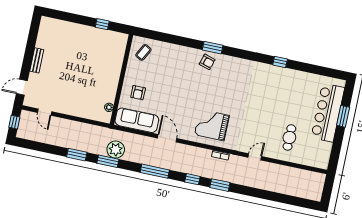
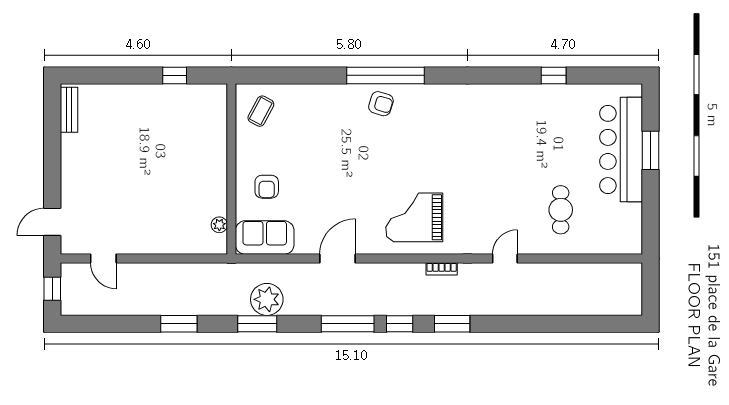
window: (213, 48) -> (386, 75), width x2.11
bench: (37, 60) -> (69, 110), moved
window: (280, 62) -> (554, 75), moved
sofa: (137, 120) -> (265, 238), width x0.73
door: (167, 138) -> (337, 259), hinge flipped
plant: (116, 150) -> (267, 299), moved
window: (108, 161) -> (257, 324), moved
window: (155, 171) -> (348, 324), moved

